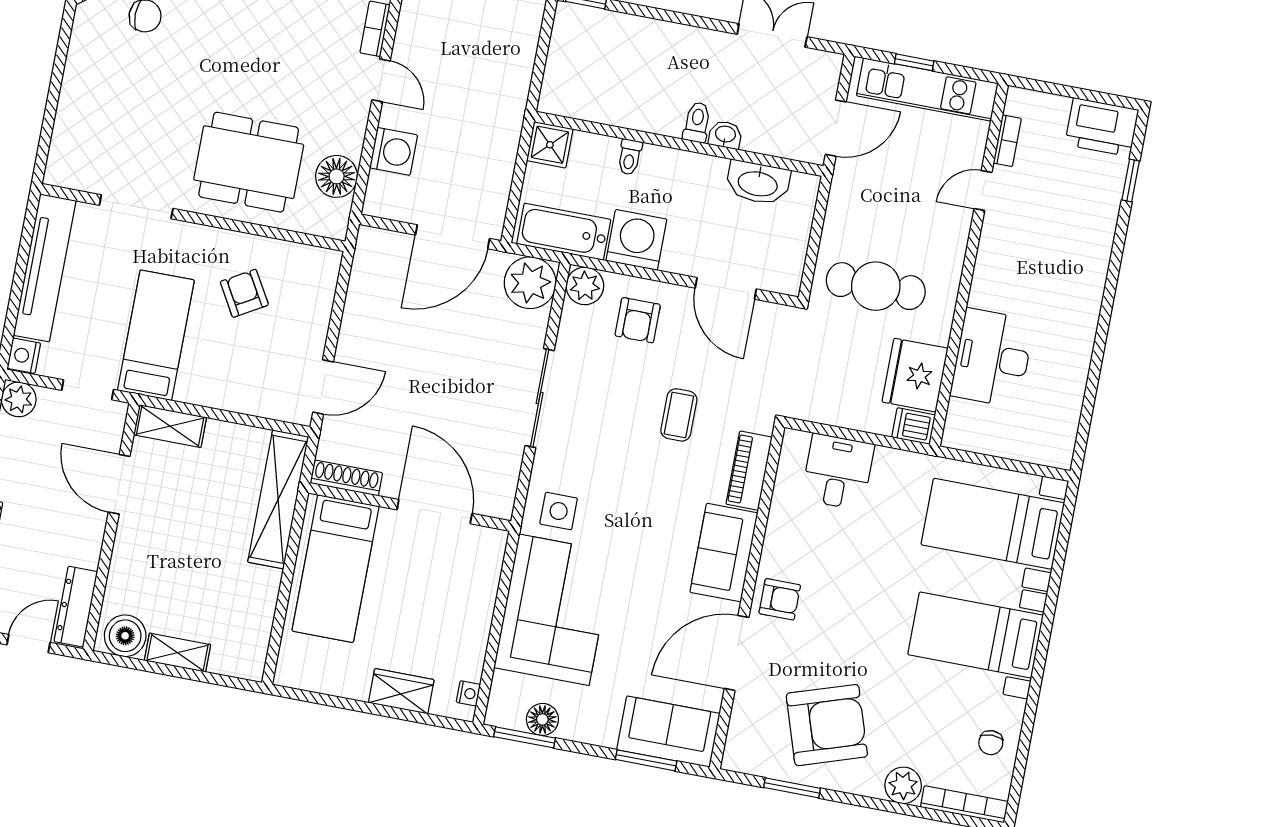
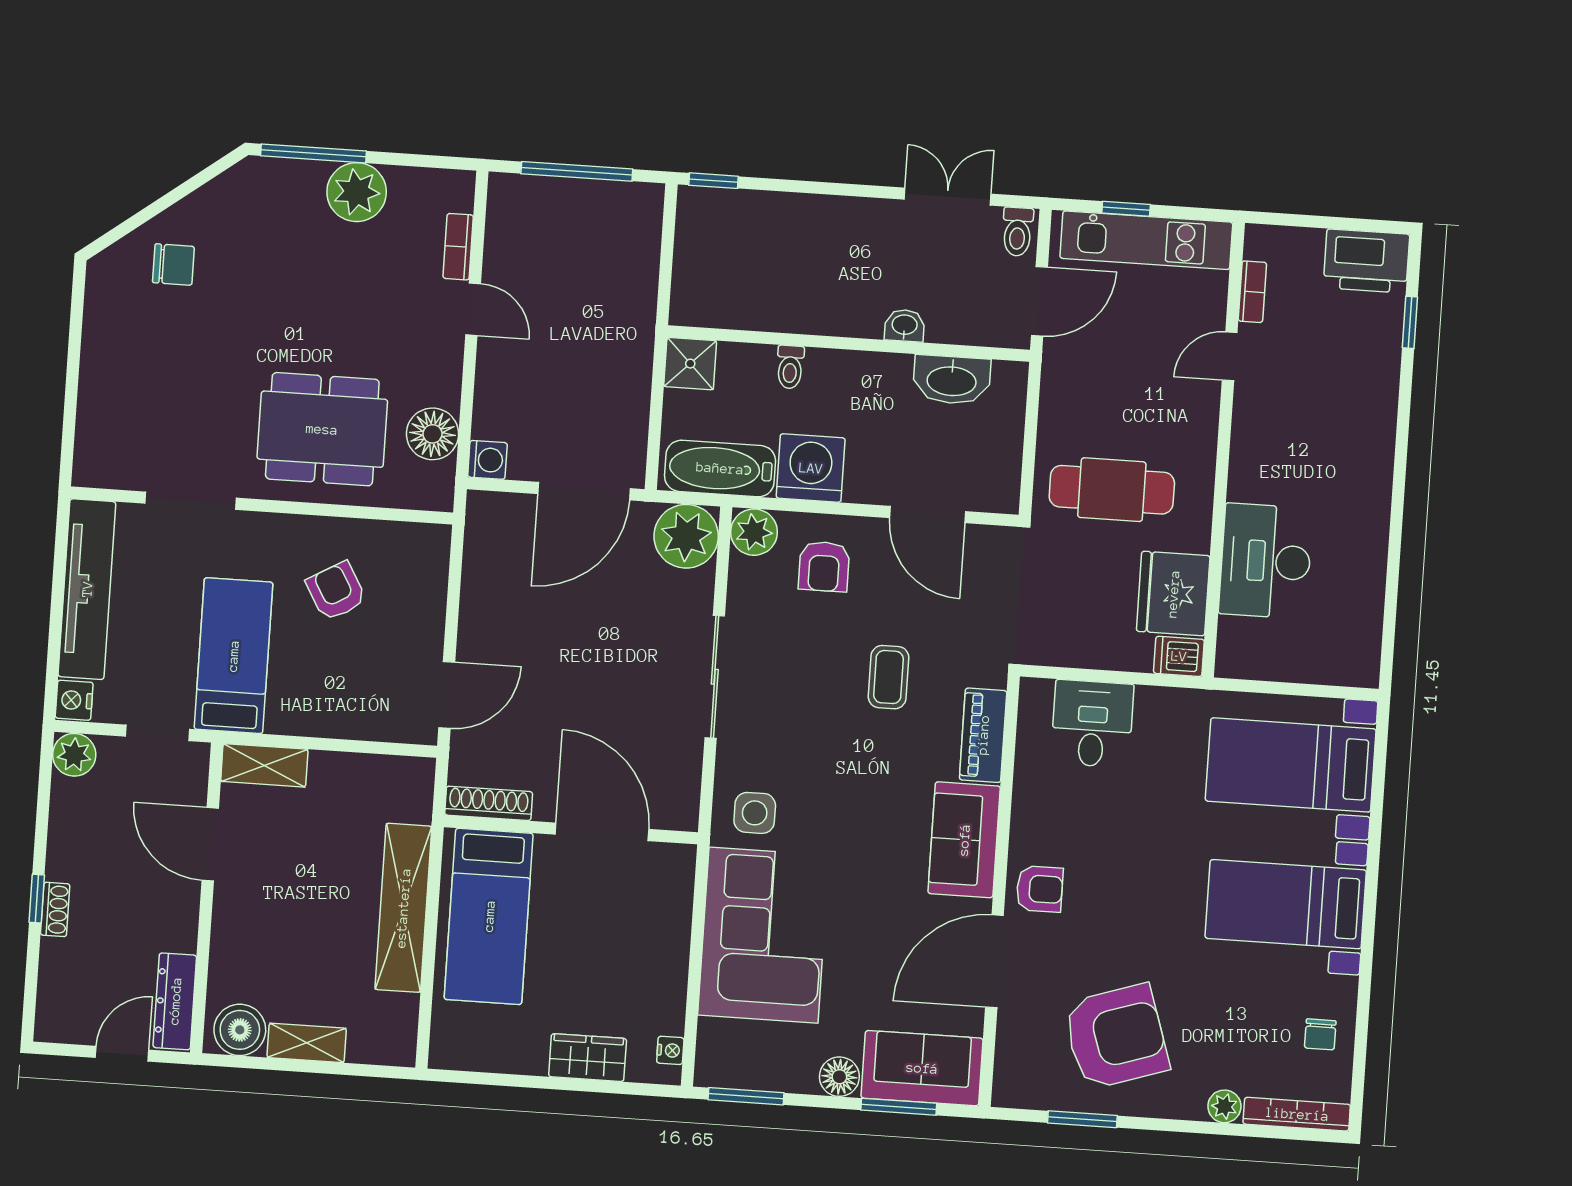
toilet: (697, 122) -> (1017, 232), moved, turned 180
washing machine: (394, 151) -> (487, 460), moved, width x0.73, depth x0.73
shelving: (278, 499) -> (403, 908), moved
floor lamp: (542, 719) -> (839, 1077), moved
plant: (903, 785) -> (1224, 1106), width x0.73, depth x0.73

